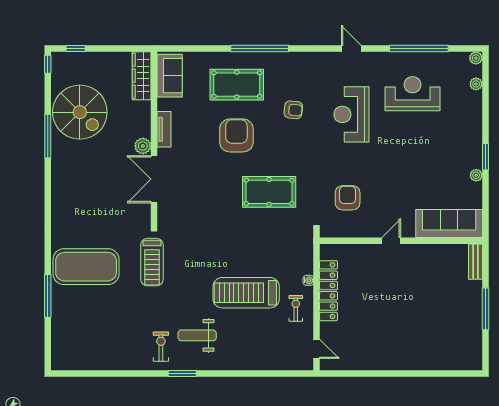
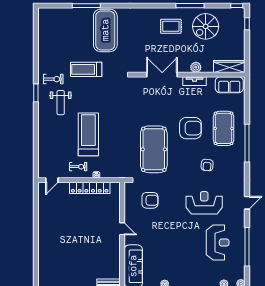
spiral stairs: (80, 112) -> (206, 26), width x0.73, depth x0.73
plant: (143, 146) -> (196, 67), moved
rug: (80, 166) -> (171, 26), added
pool table: (269, 192) -> (154, 149), width x1.36, depth x1.32
treadmill: (152, 262) -> (86, 69), moved
weight bench: (197, 335) -> (61, 103), turned 180

